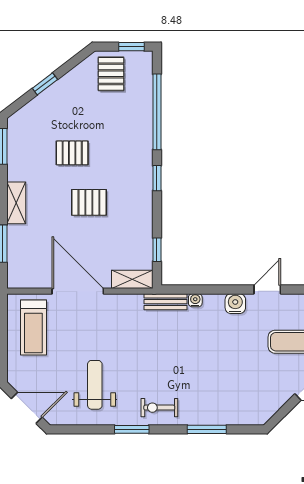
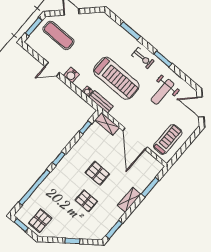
treadmill: (172, 350) -> (116, 78), added

